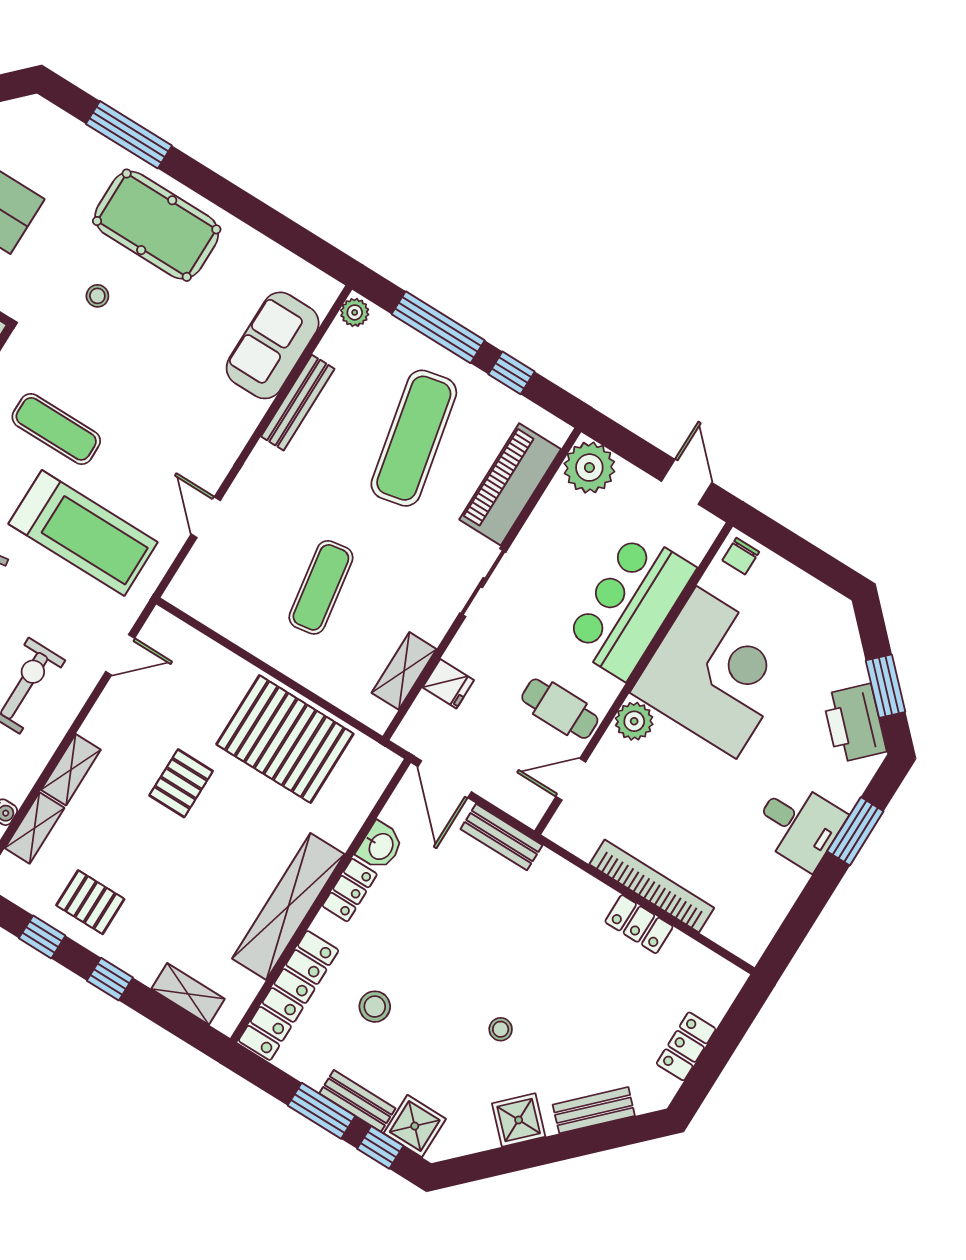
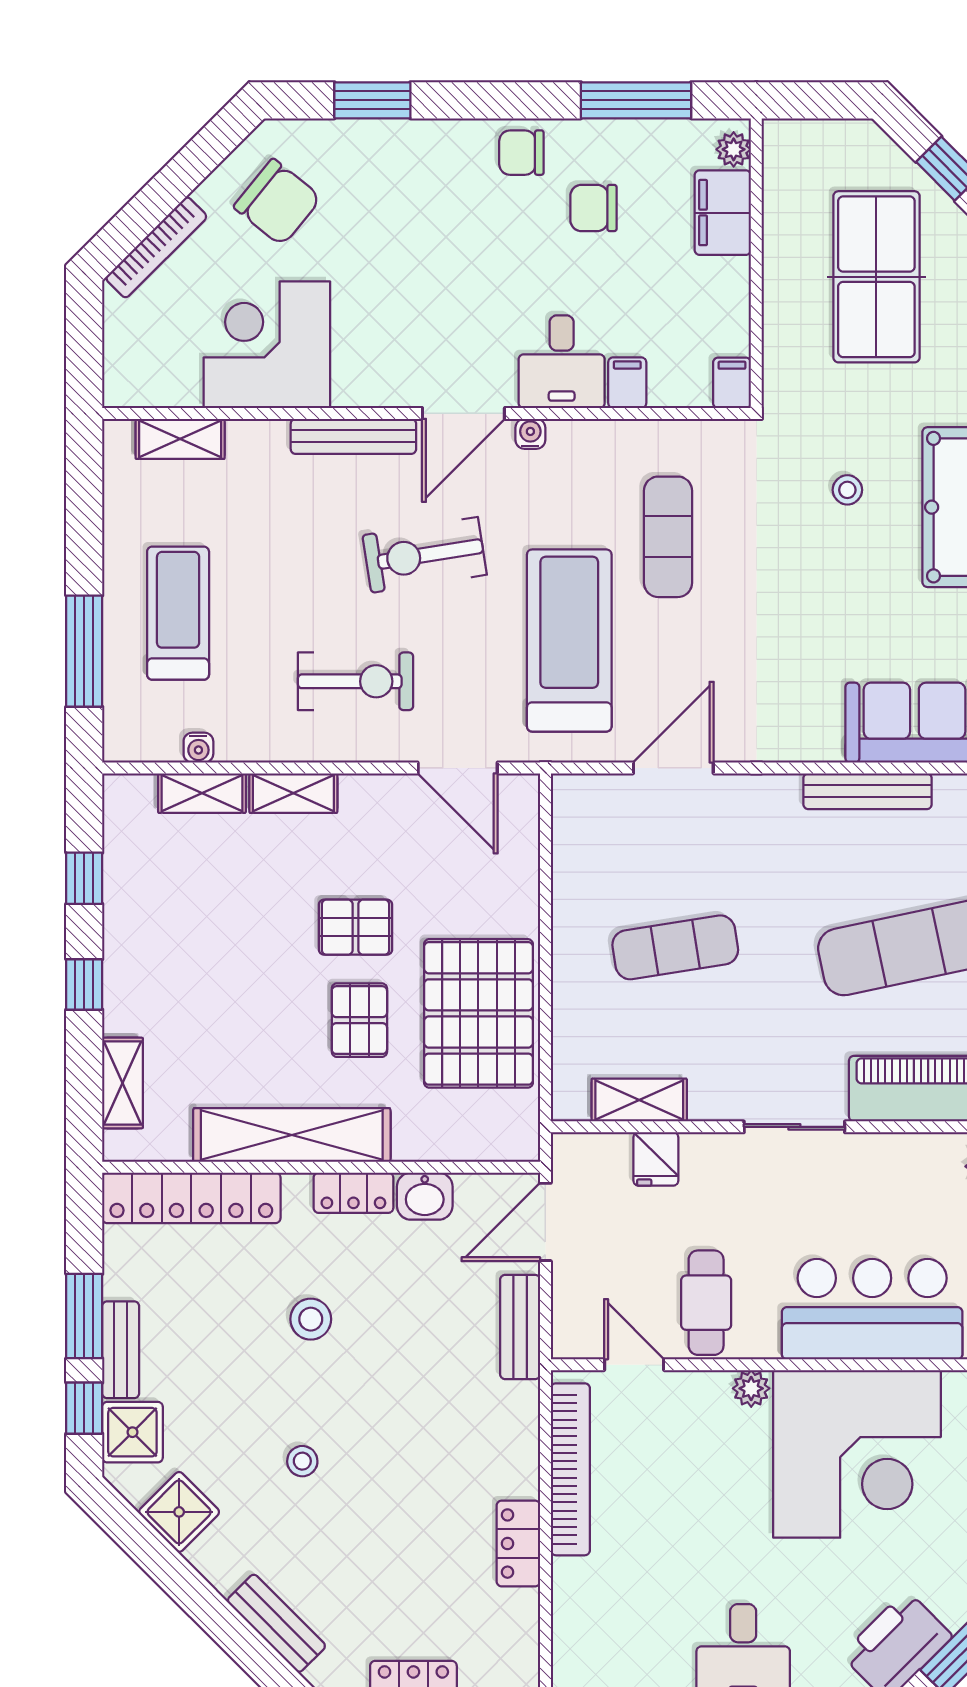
door: (206, 517) -> (673, 768), width x1.38
treadmill: (83, 533) -> (569, 640), turned 180
door: (120, 655) -> (458, 768), width x1.38
plant: (634, 721) -> (751, 1388), width x0.73, depth x0.73
bookcase: (652, 886) -> (570, 1469), moved
pallet: (90, 902) -> (359, 1020), moved
stool: (375, 1007) -> (311, 1319), moved
shower: (519, 1120) -> (179, 1512), moved

